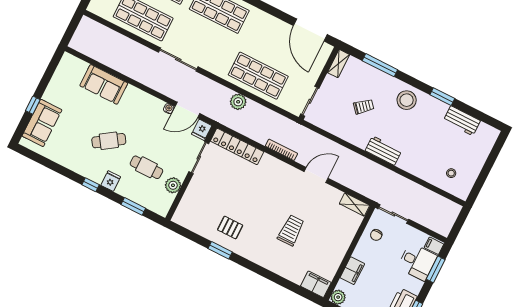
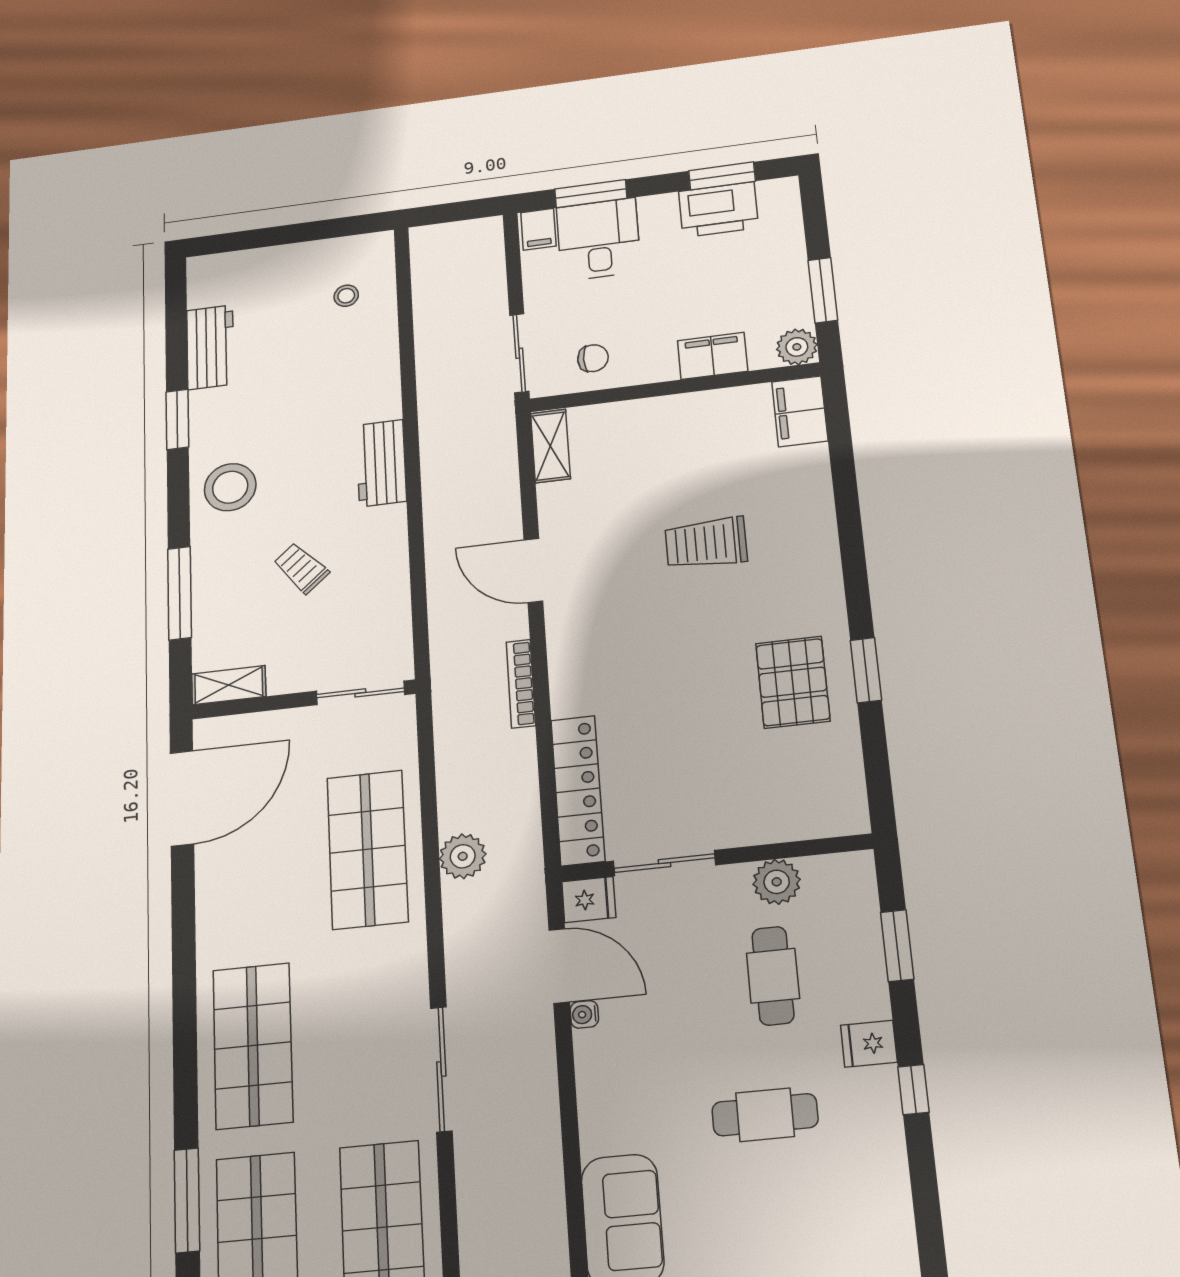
cafe table: (109, 141) -> (765, 1115), turned -56
pallet: (230, 228) -> (793, 682), width x1.50, depth x1.42

